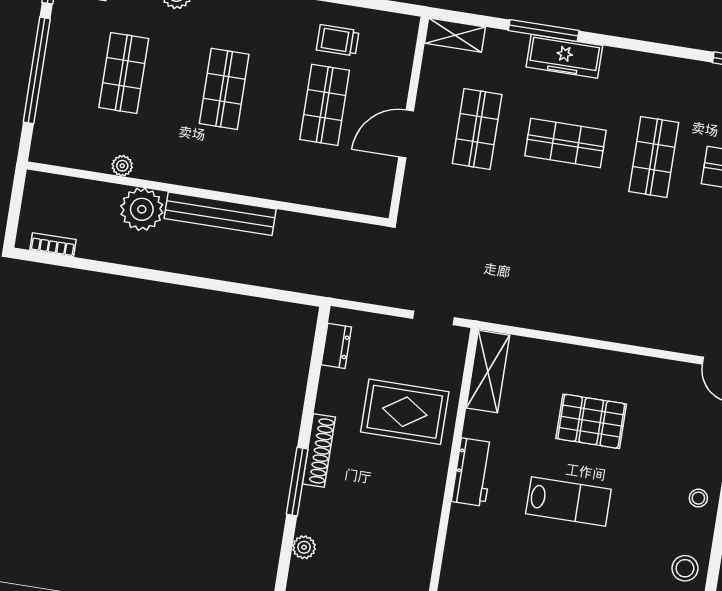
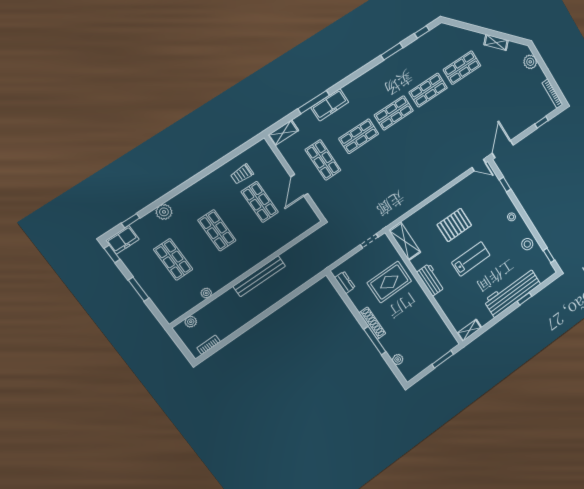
window: (37, 70) -> (139, 289), width x0.47
shop shelf: (654, 157) -> (394, 113), turned 90
plant: (142, 209) -> (191, 322), moved, width x0.53, depth x0.53

